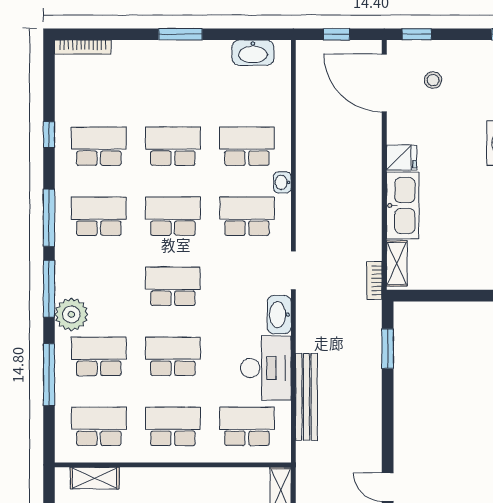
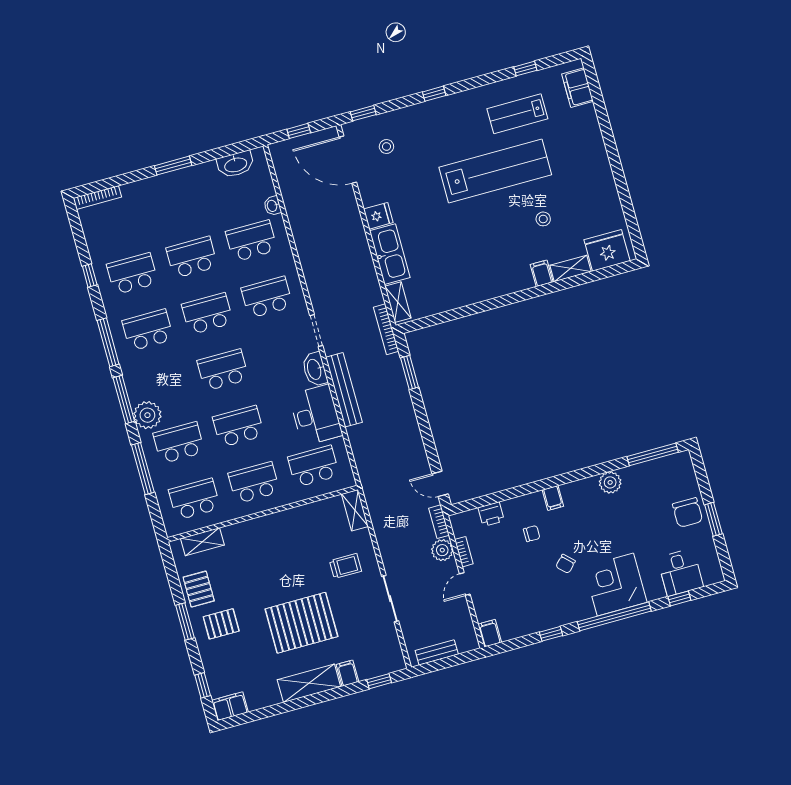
washbasin: (282, 182) -> (272, 206), moved
bookcase: (374, 280) -> (386, 329), width x1.56
bench: (306, 397) -> (344, 390), moved

